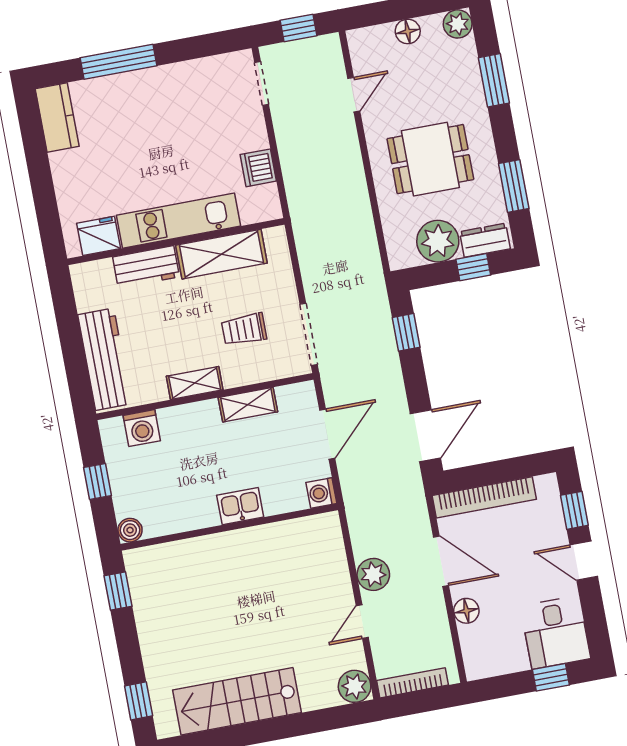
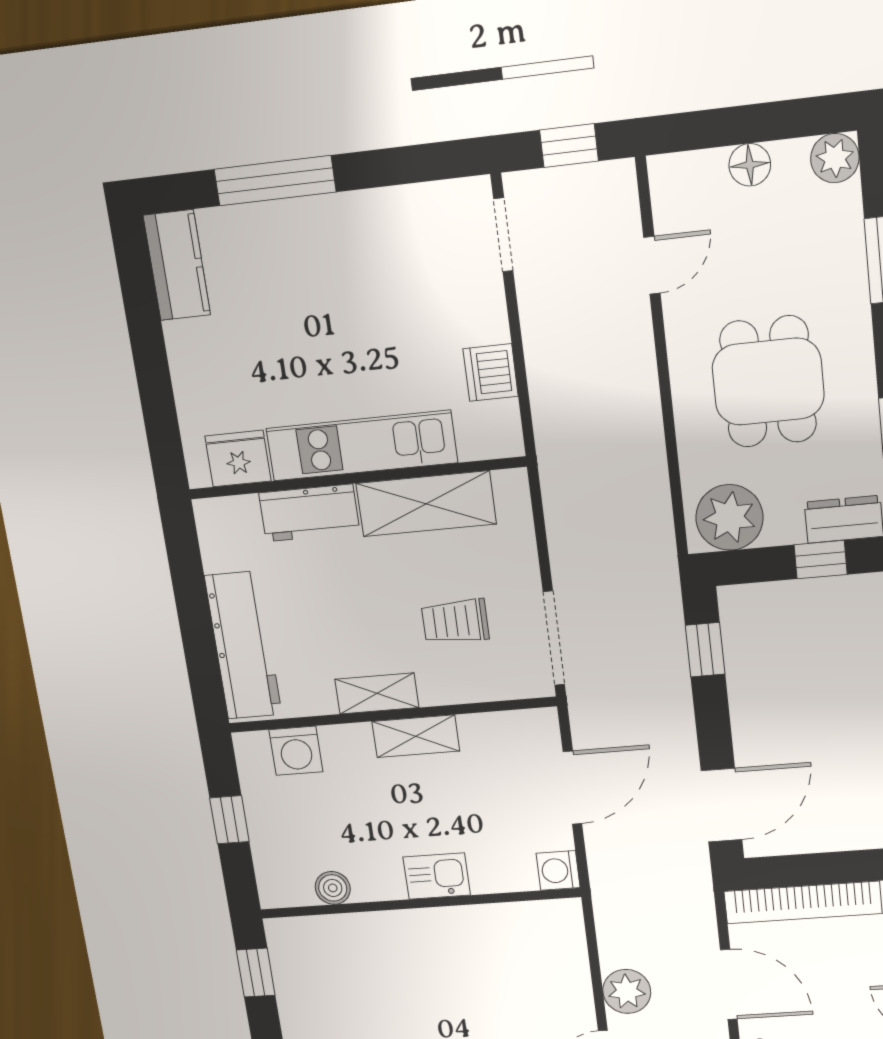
dining table: (430, 159) -> (768, 382), turned 90
plant: (438, 241) -> (729, 518), moved
shelving: (248, 405) -> (416, 736), moved
boiler: (130, 530) -> (333, 888), moved

